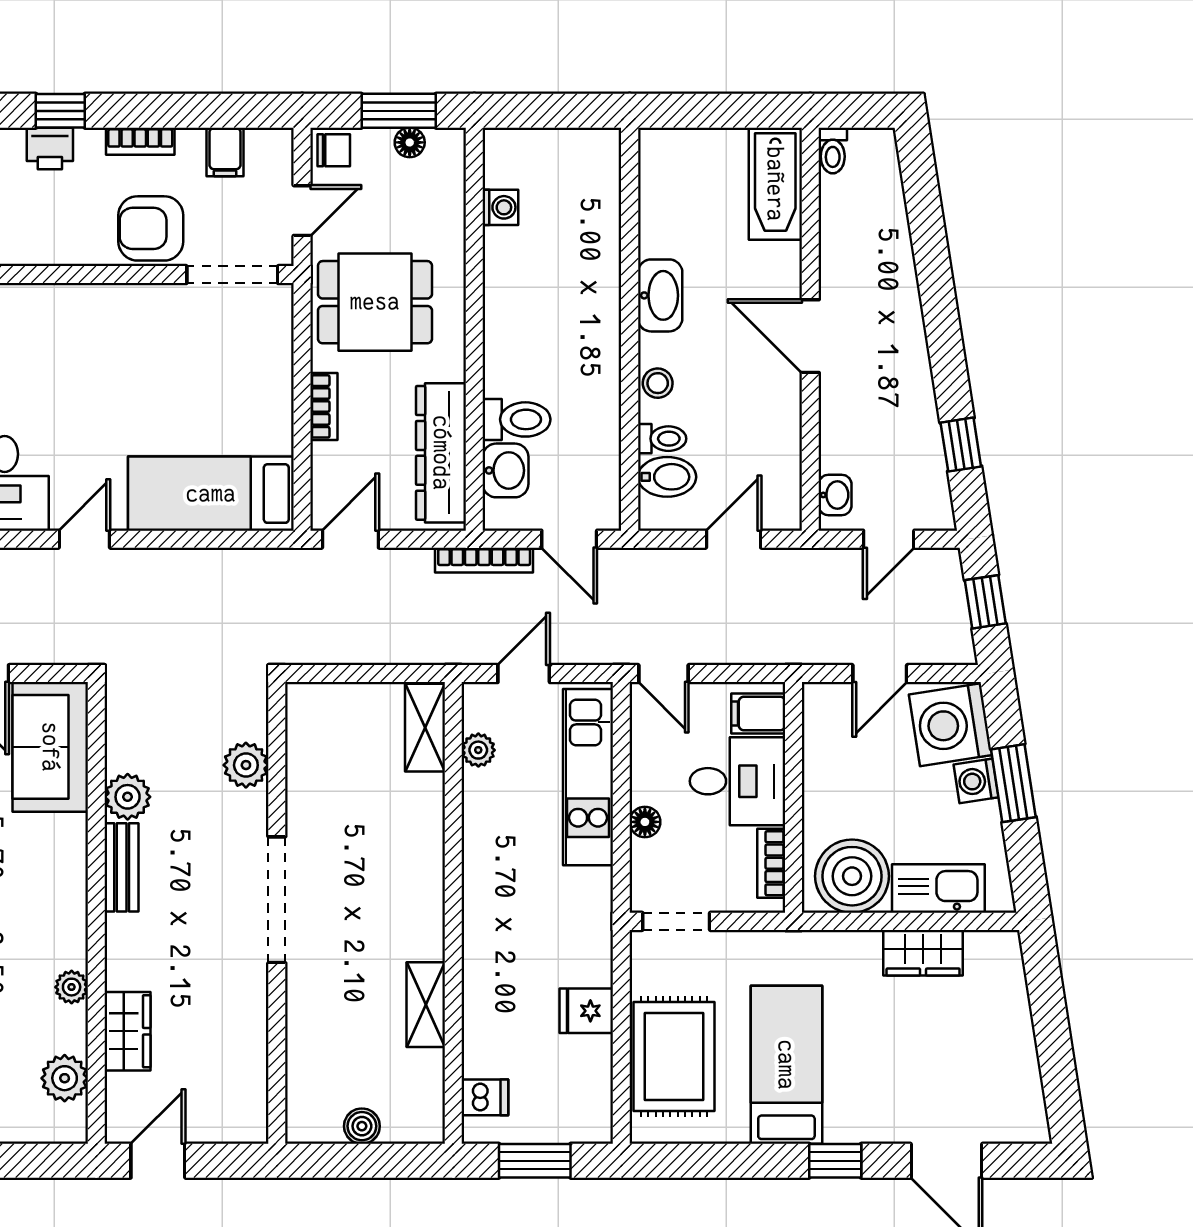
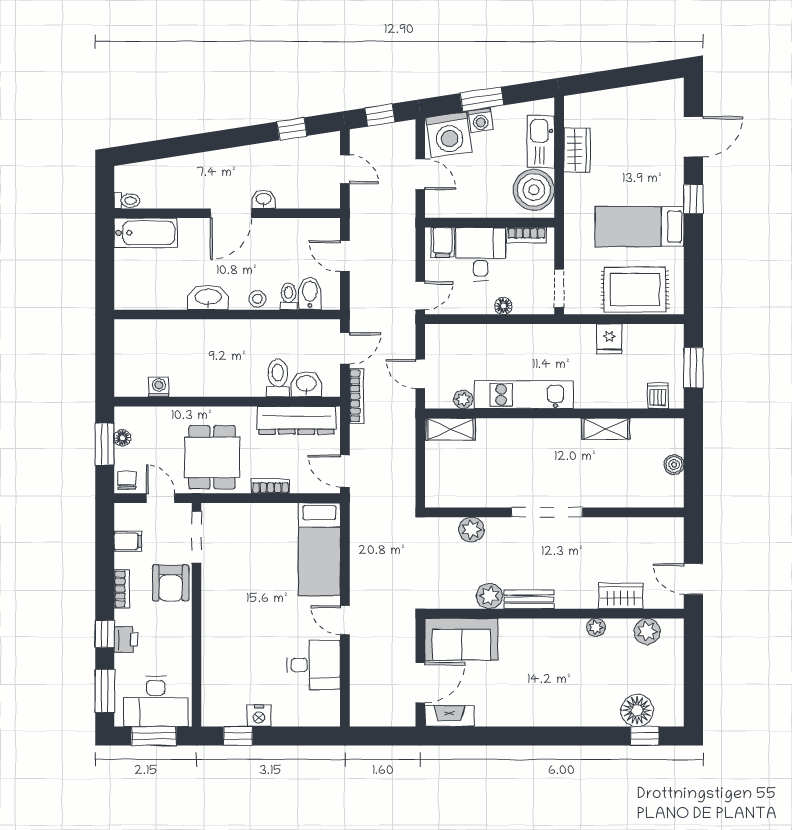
washbasin: (835, 495) -> (264, 199), moved
kitchen unit: (588, 777) -> (524, 395), moved, turned 180

